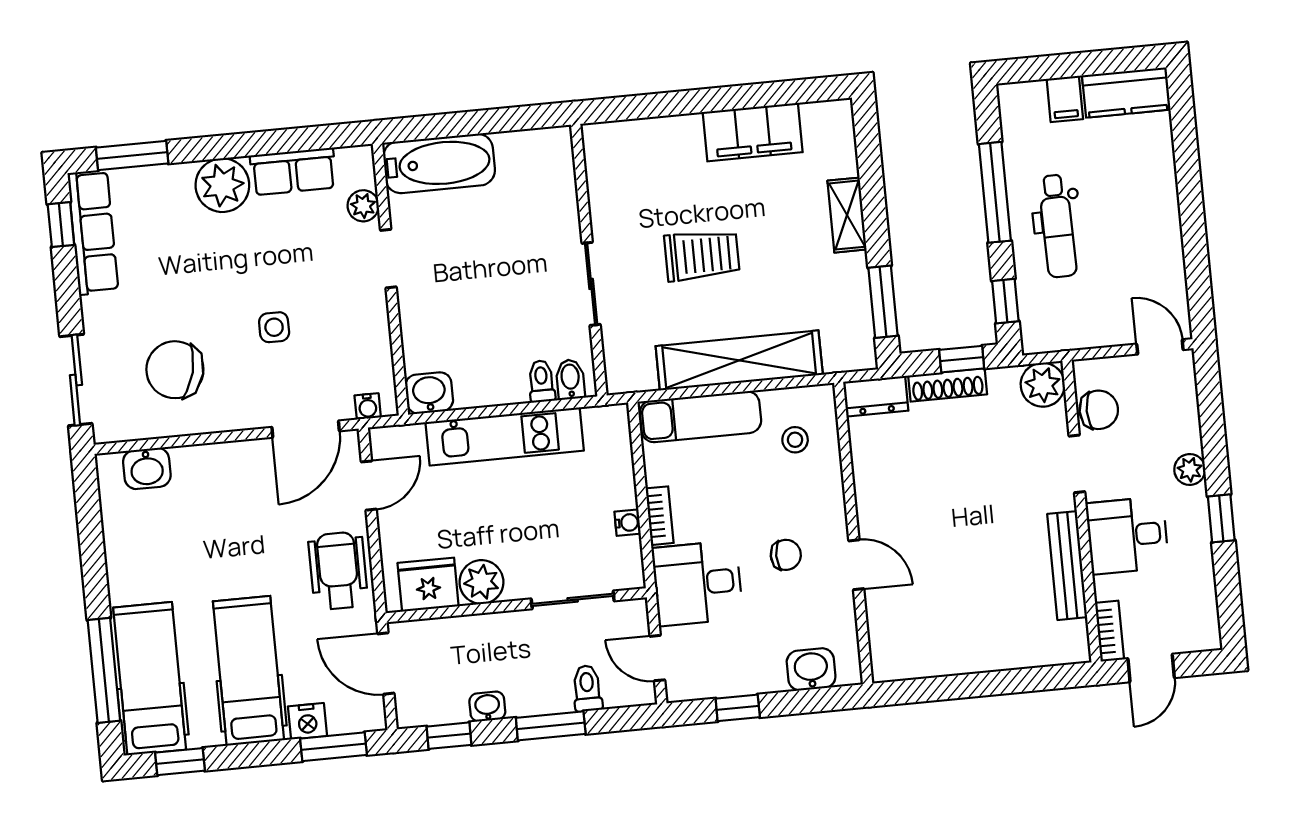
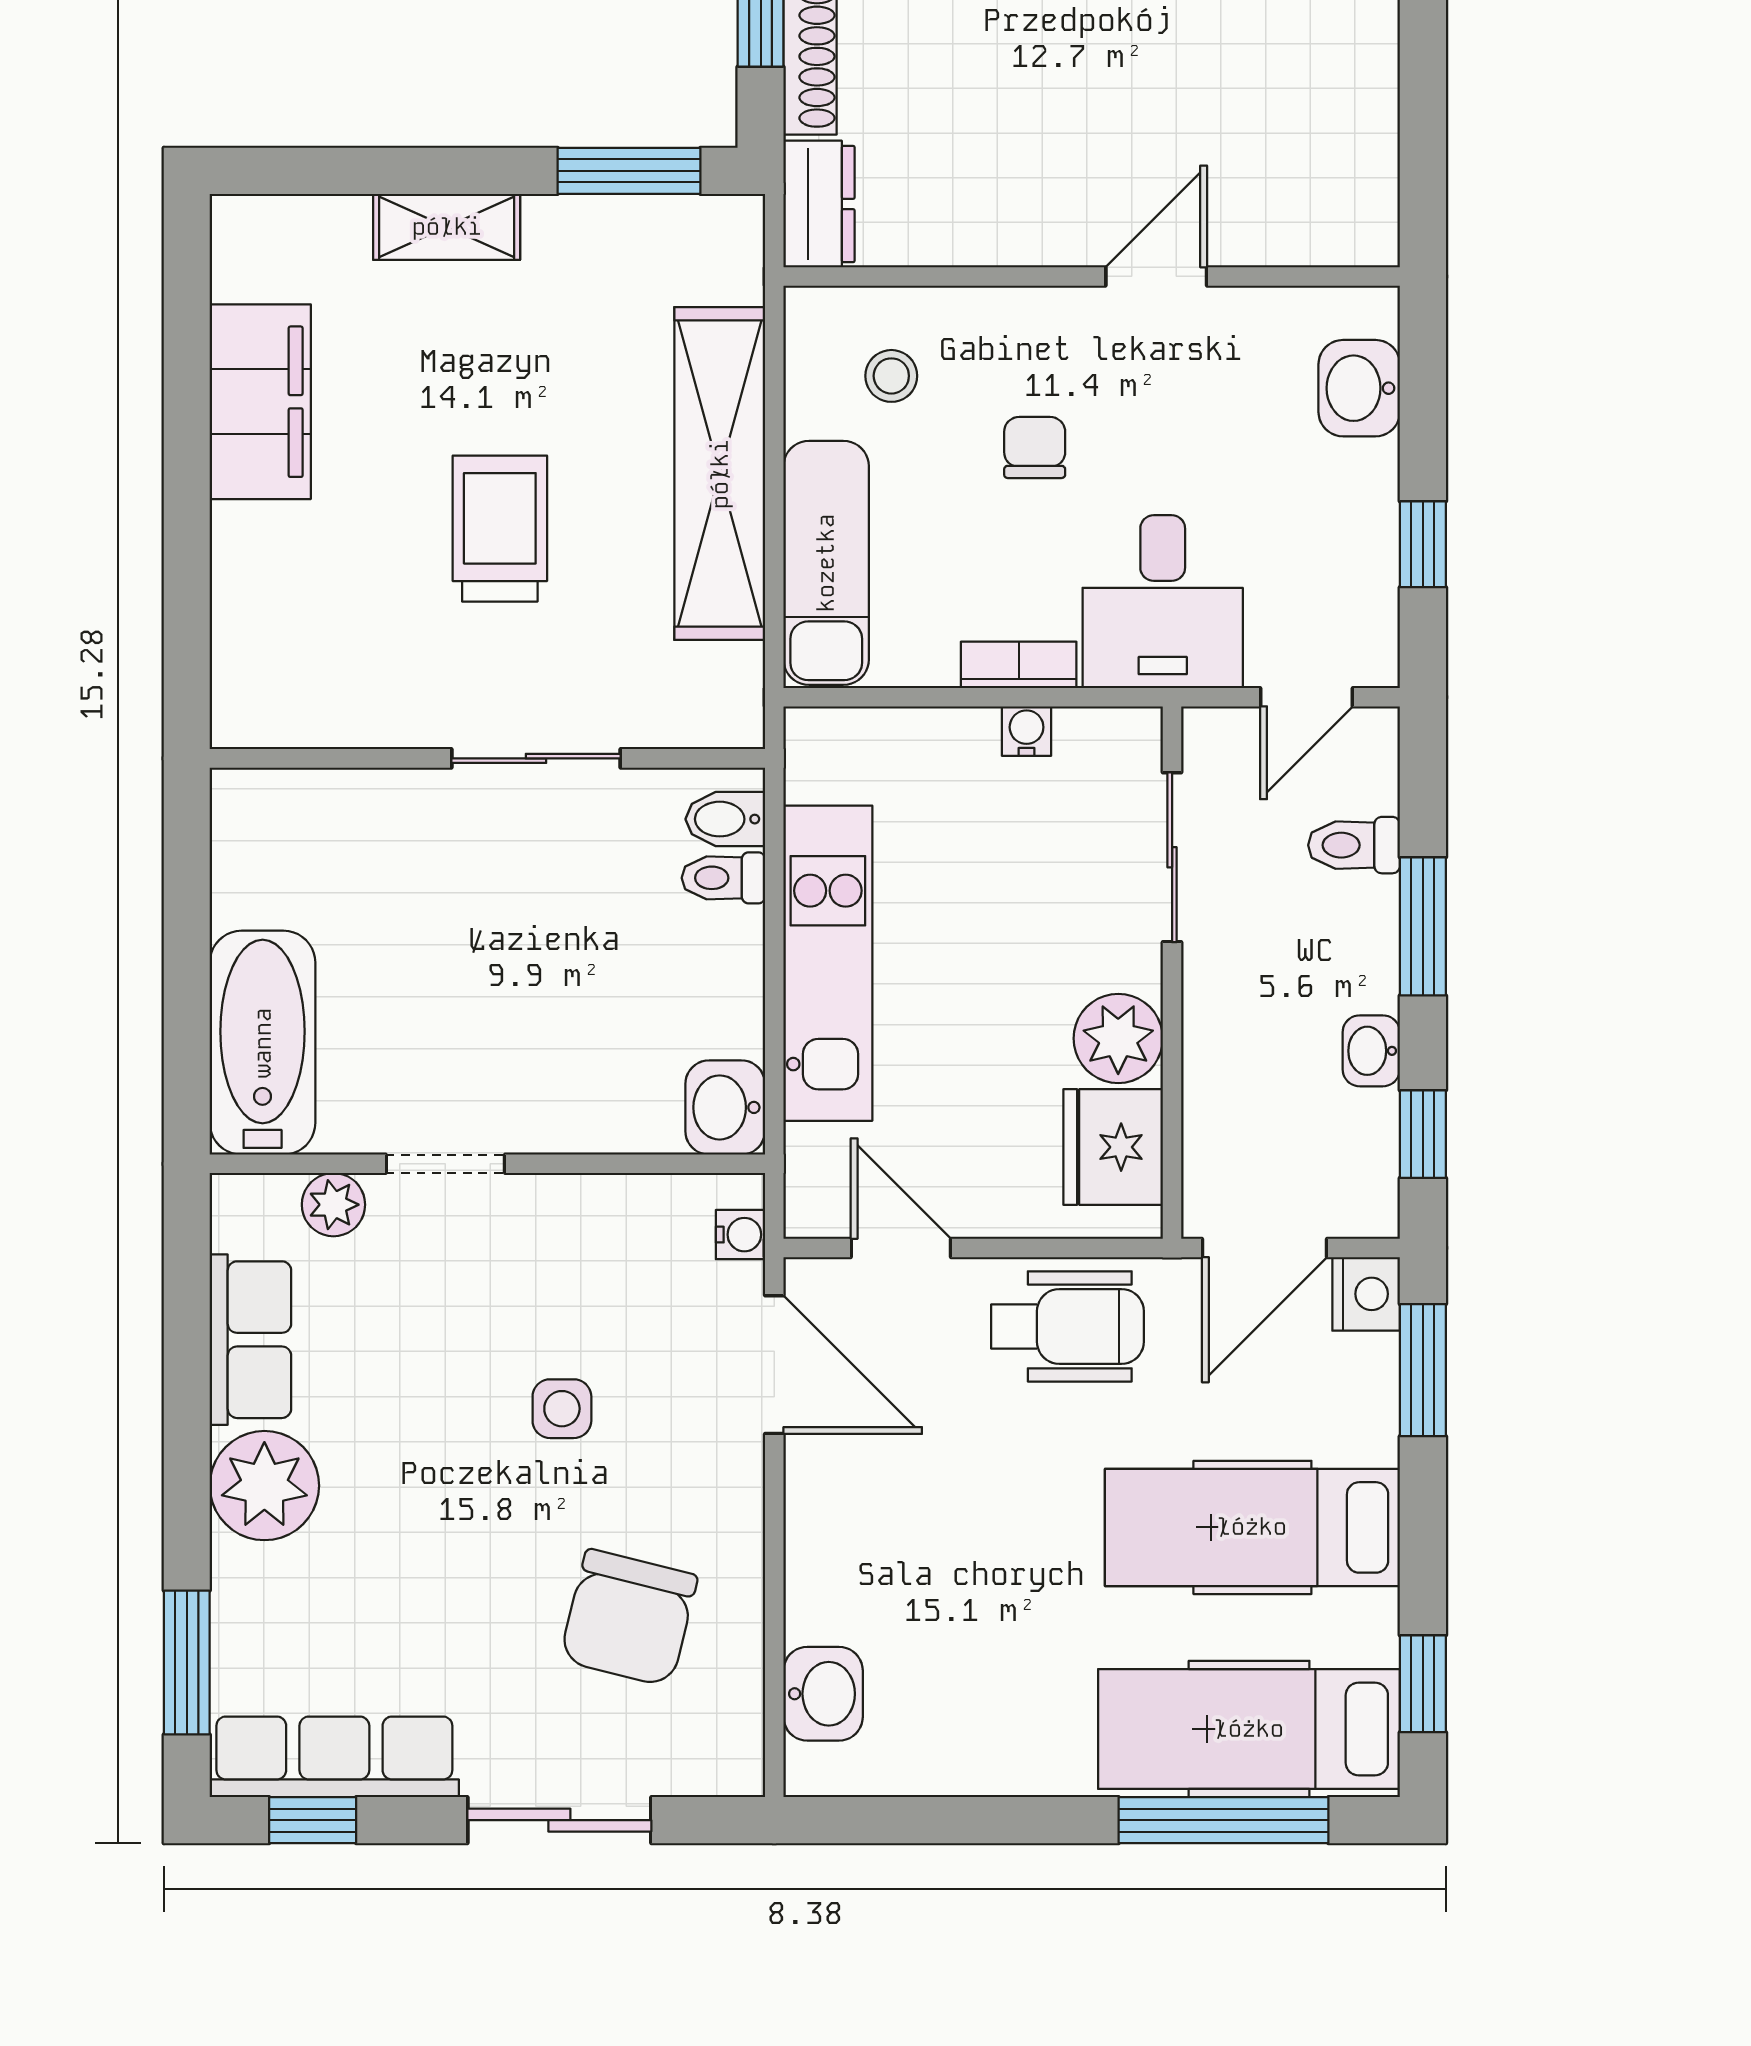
sliding door: (76, 380) -> (559, 1820), moved
chair: (786, 555) -> (1035, 447), moved
wheelchair: (338, 571) -> (1068, 1326), turned 180
nightstand: (307, 721) -> (1366, 1294), moved

